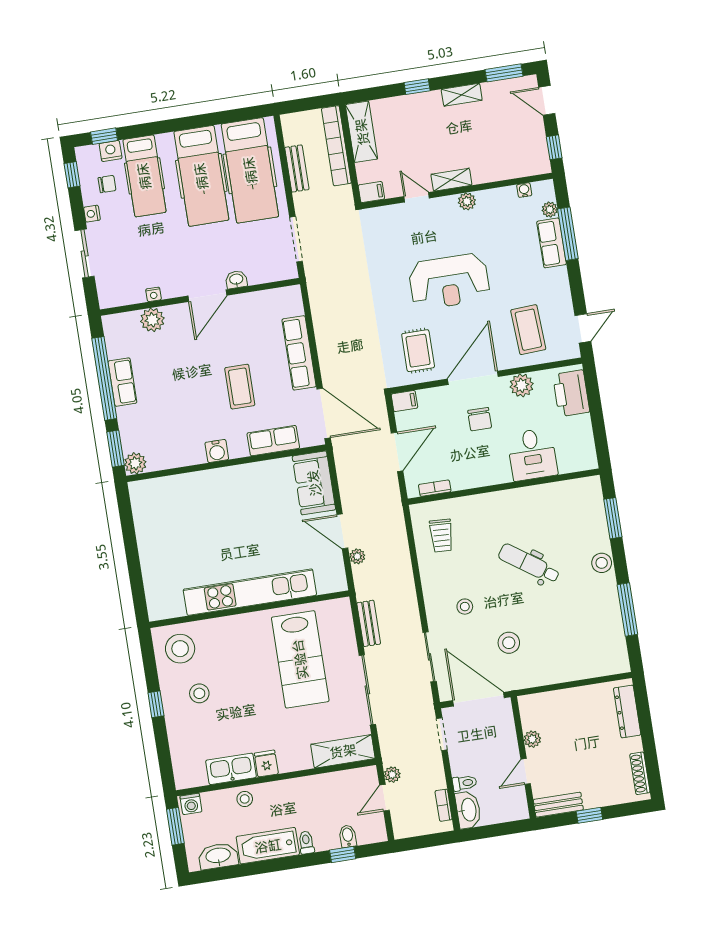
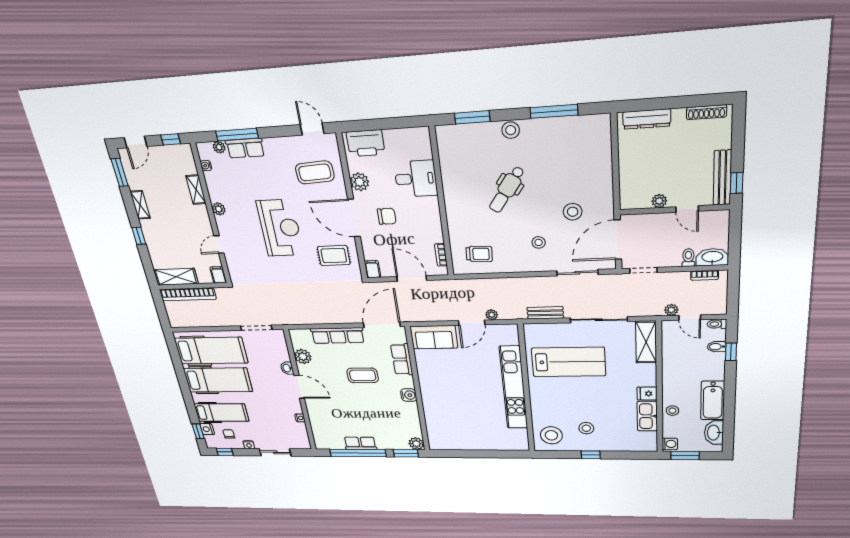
bench: (297, 168) -> (207, 321), removed
shelving: (451, 180) -> (196, 190), moved
plant: (152, 320) -> (303, 356), moved
bench: (558, 805) -> (722, 178), width x1.36
window: (589, 815) -> (737, 183), moved
toilet: (306, 842) -> (717, 324), moved

